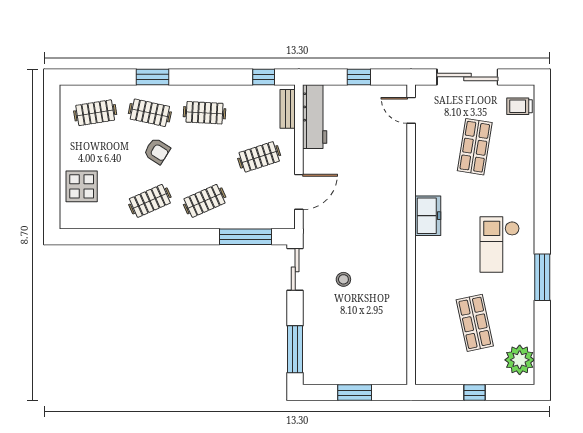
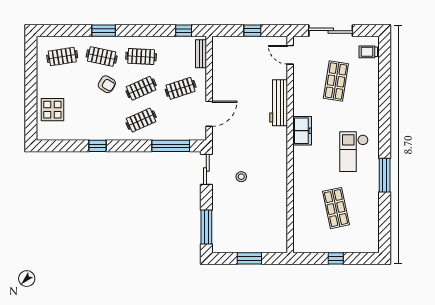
workbench: (315, 117) -> (279, 103), moved, turned 180
clothes rail: (150, 201) -> (141, 88), moved
window: (144, 237) -> (98, 146), added
plant: (520, 360) -> (368, 235), removed

